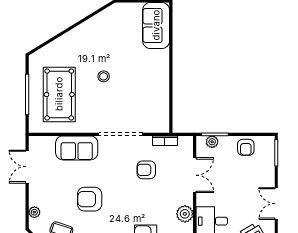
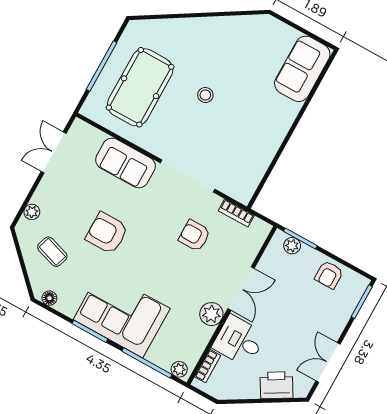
double door: (195, 175) -> (241, 289), moved

